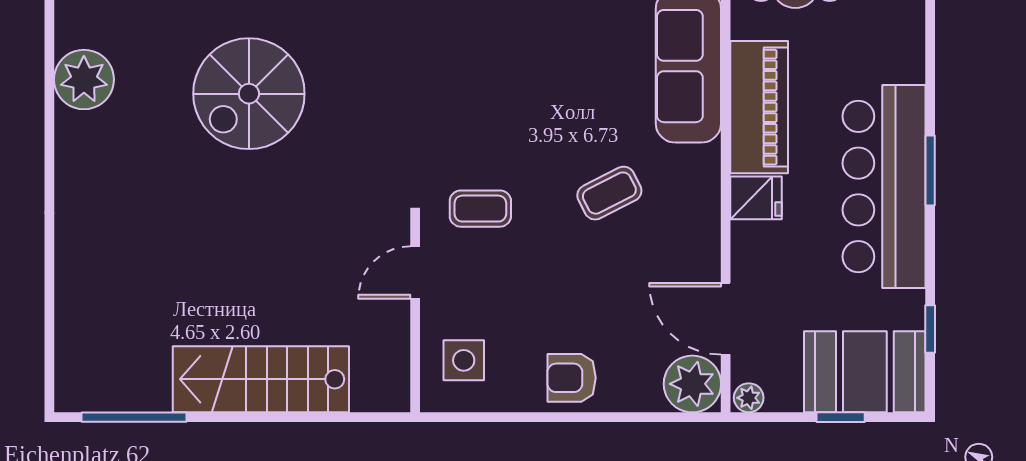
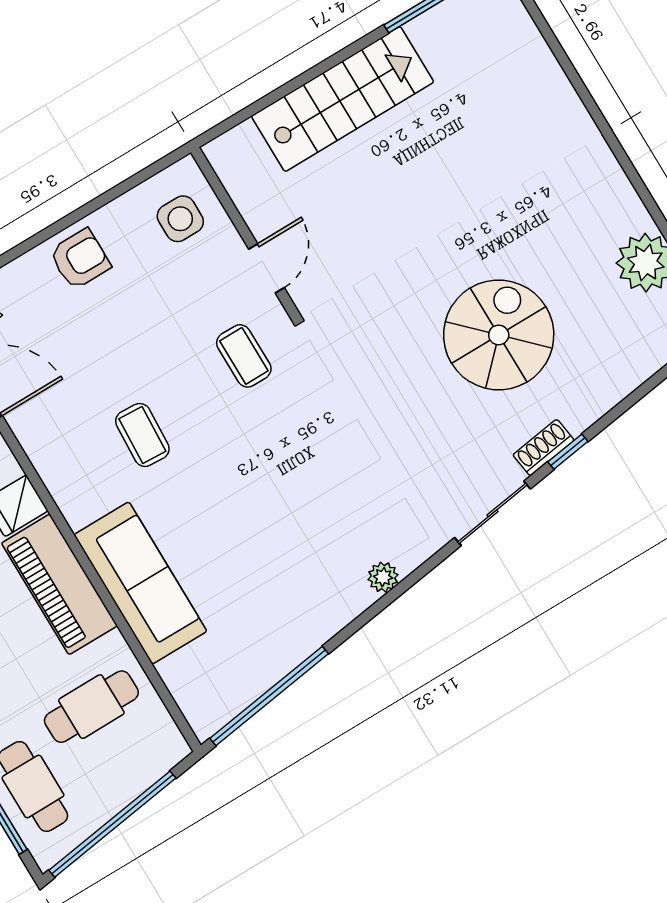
coffee table: (609, 193) -> (142, 435), turned -60
coffee table: (480, 209) -> (244, 356), turned 90

